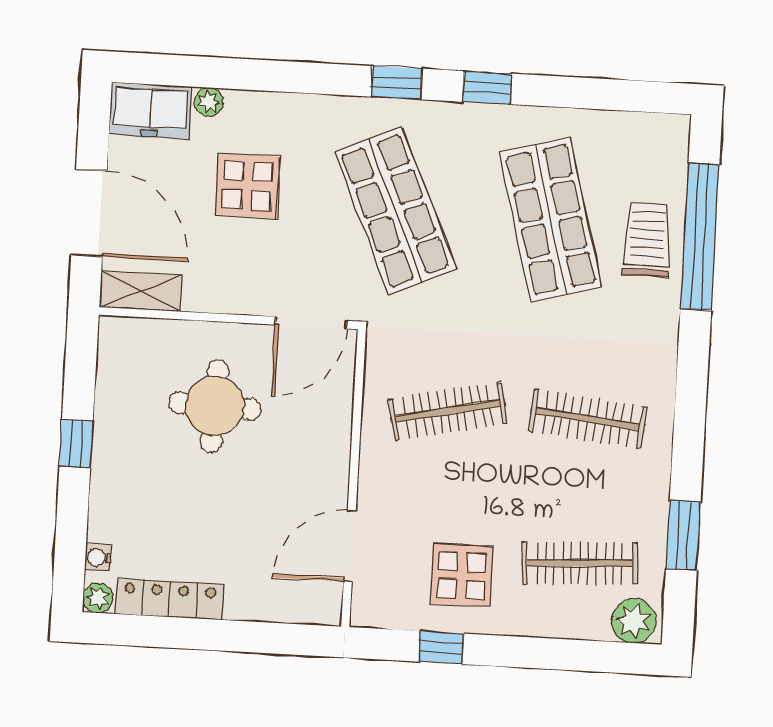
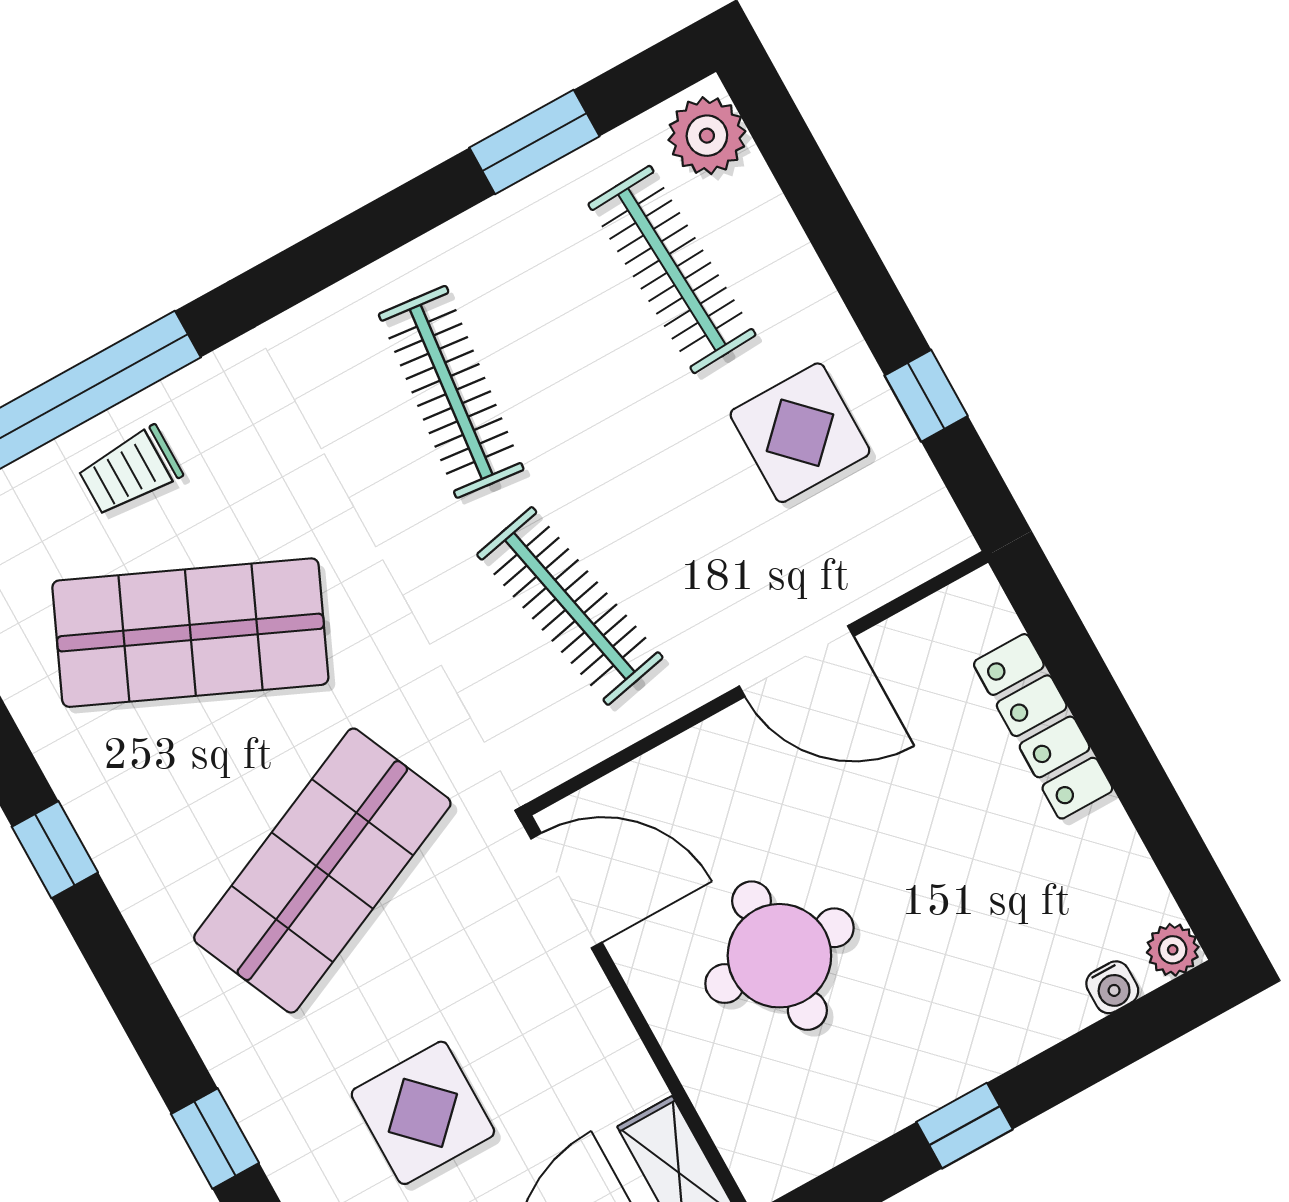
window: (397, 83) -> (215, 1138), moved
shop shelf: (551, 219) -> (190, 633), turned 39
trolley: (647, 239) -> (130, 471), width x0.73, depth x0.72
door: (350, 546) -> (796, 661), moved
locker: (170, 599) -> (1043, 726), moved

